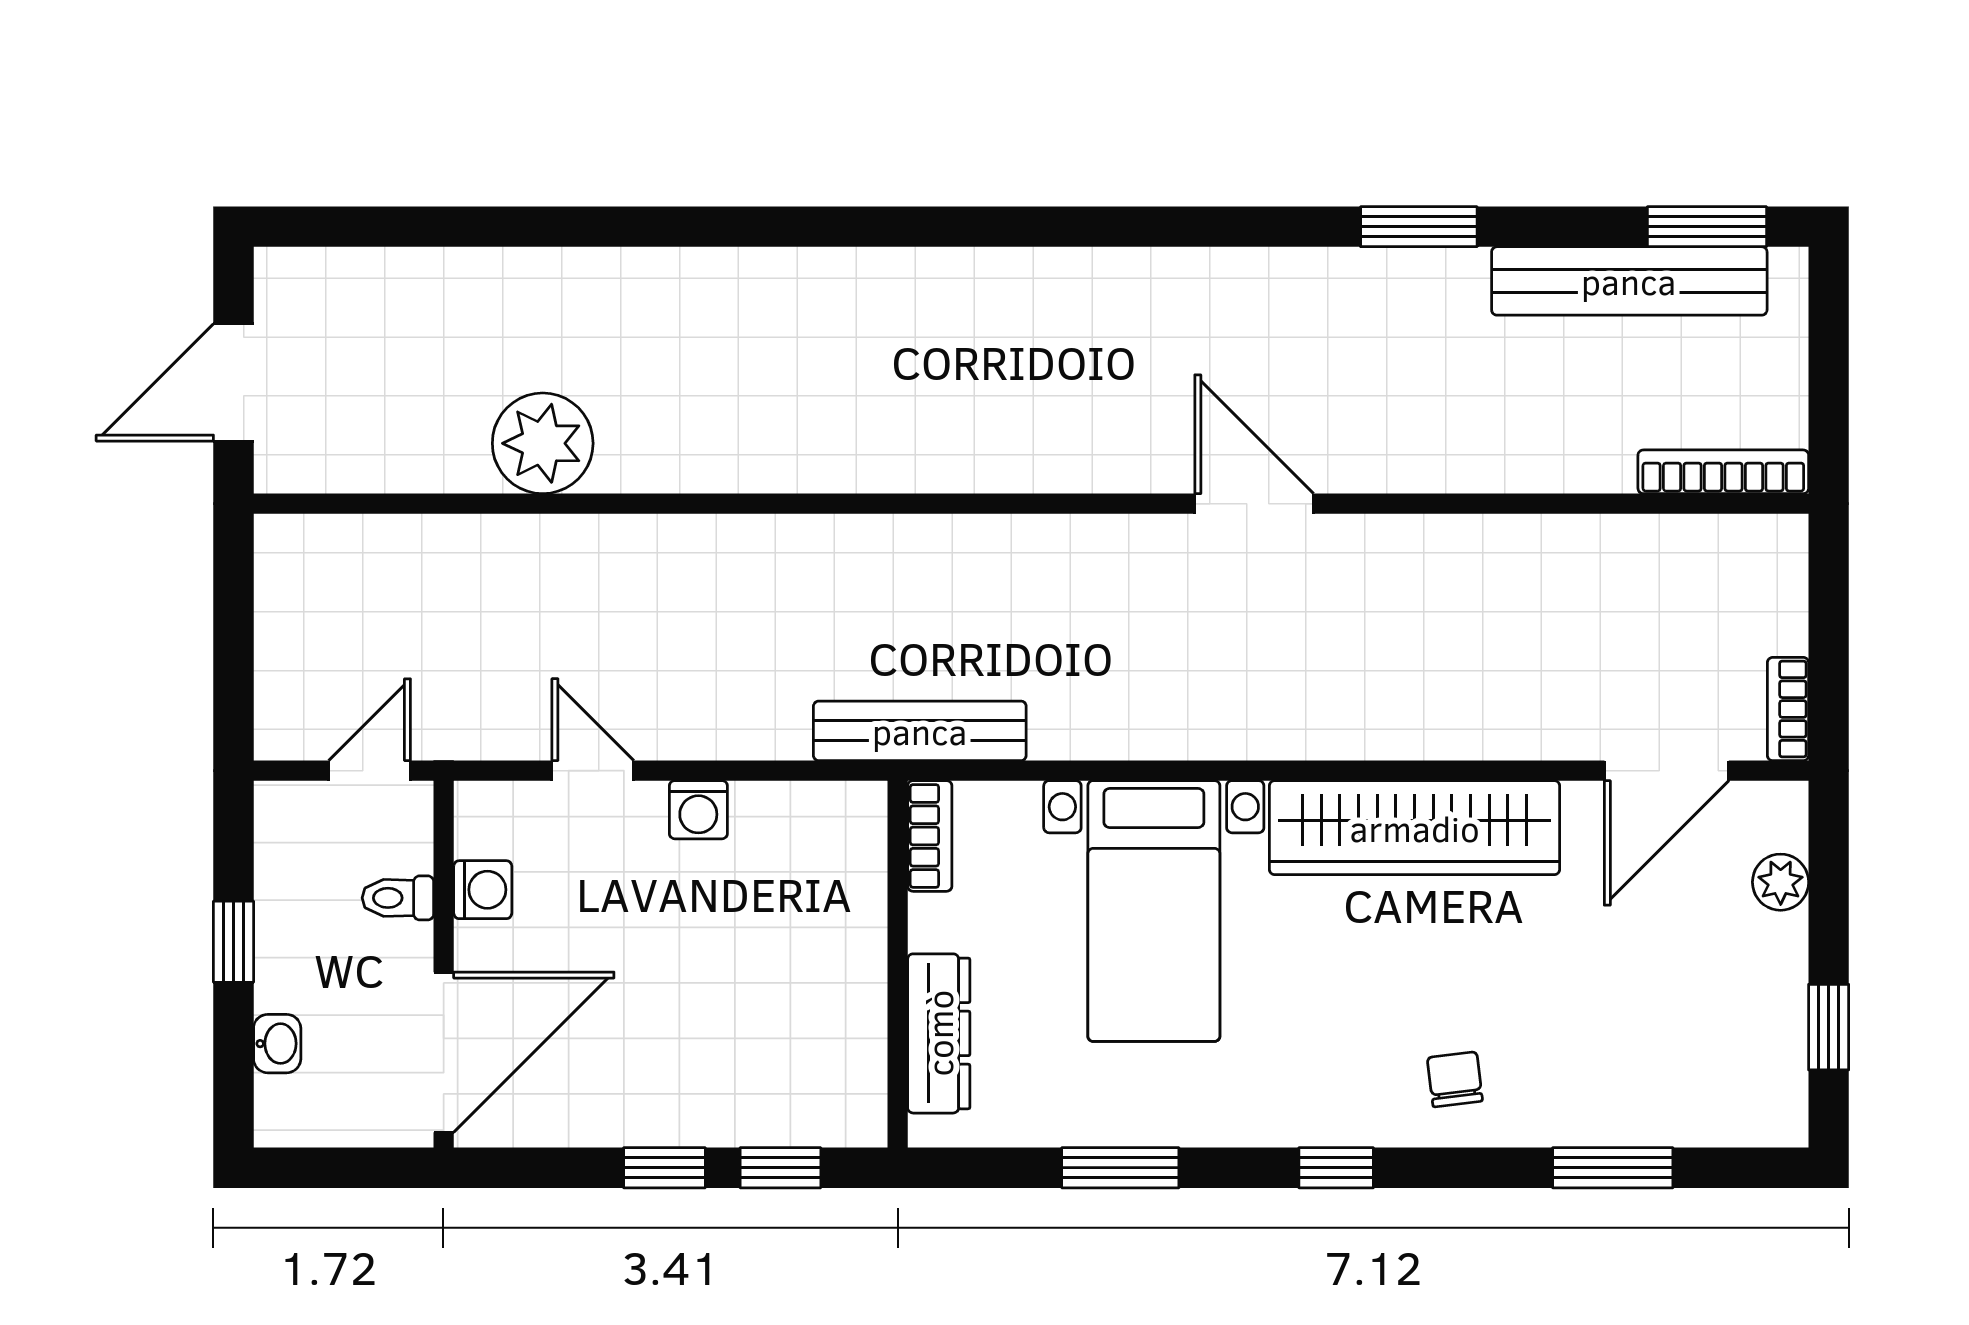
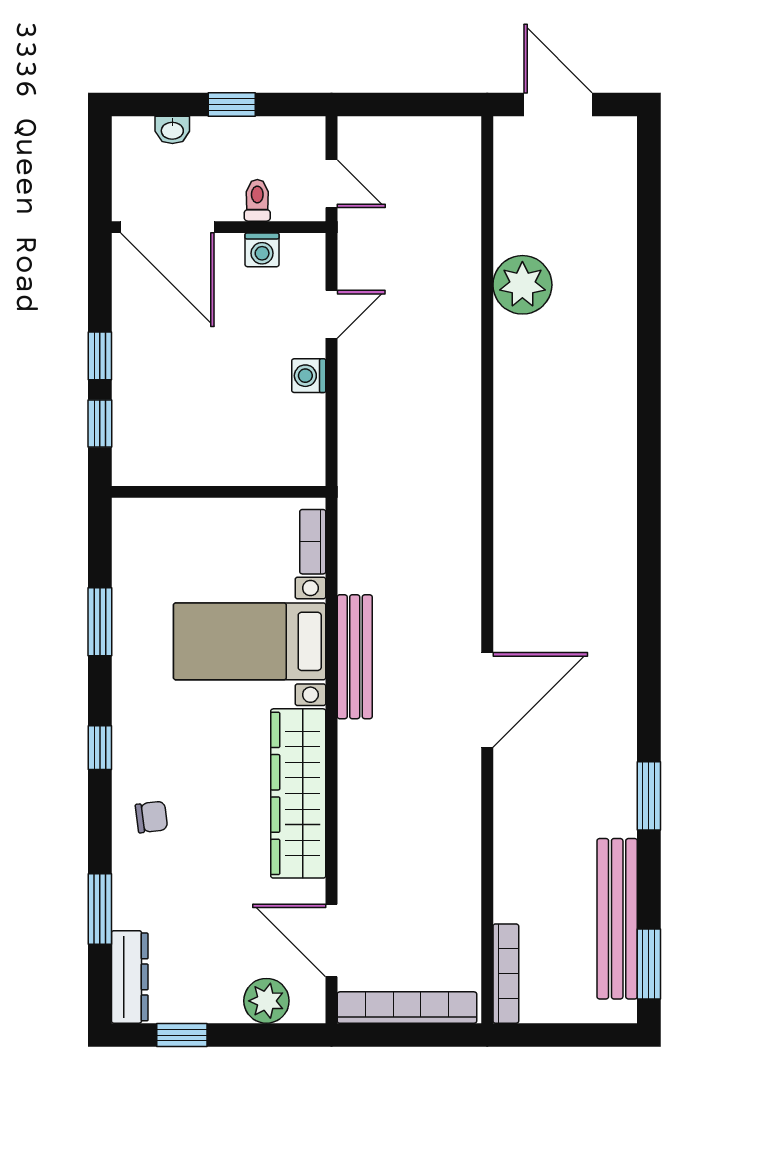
door: (1254, 504) -> (487, 700), width x1.36
bookcase: (1788, 709) -> (407, 1008), width x2.31, depth x1.31
bench: (920, 731) -> (355, 657), moved
bookcase: (930, 836) -> (313, 542), moved, turned 90
plant: (1781, 882) -> (266, 1001), width x1.38, depth x1.38
dresser: (939, 1033) -> (130, 977), moved, turned -90

